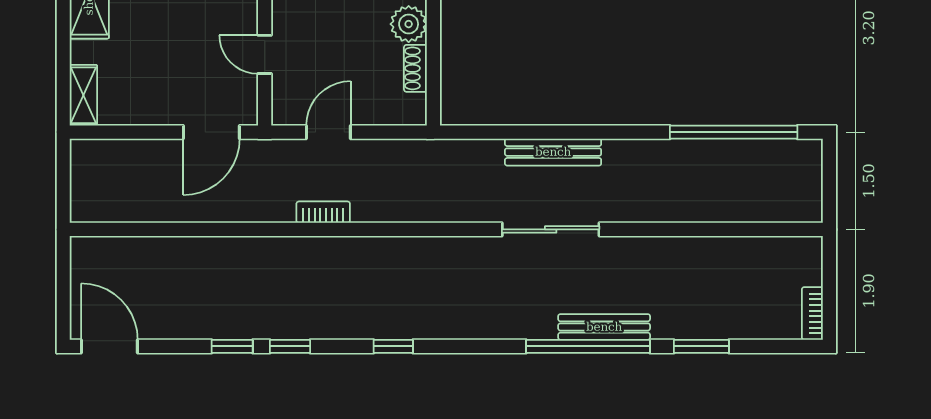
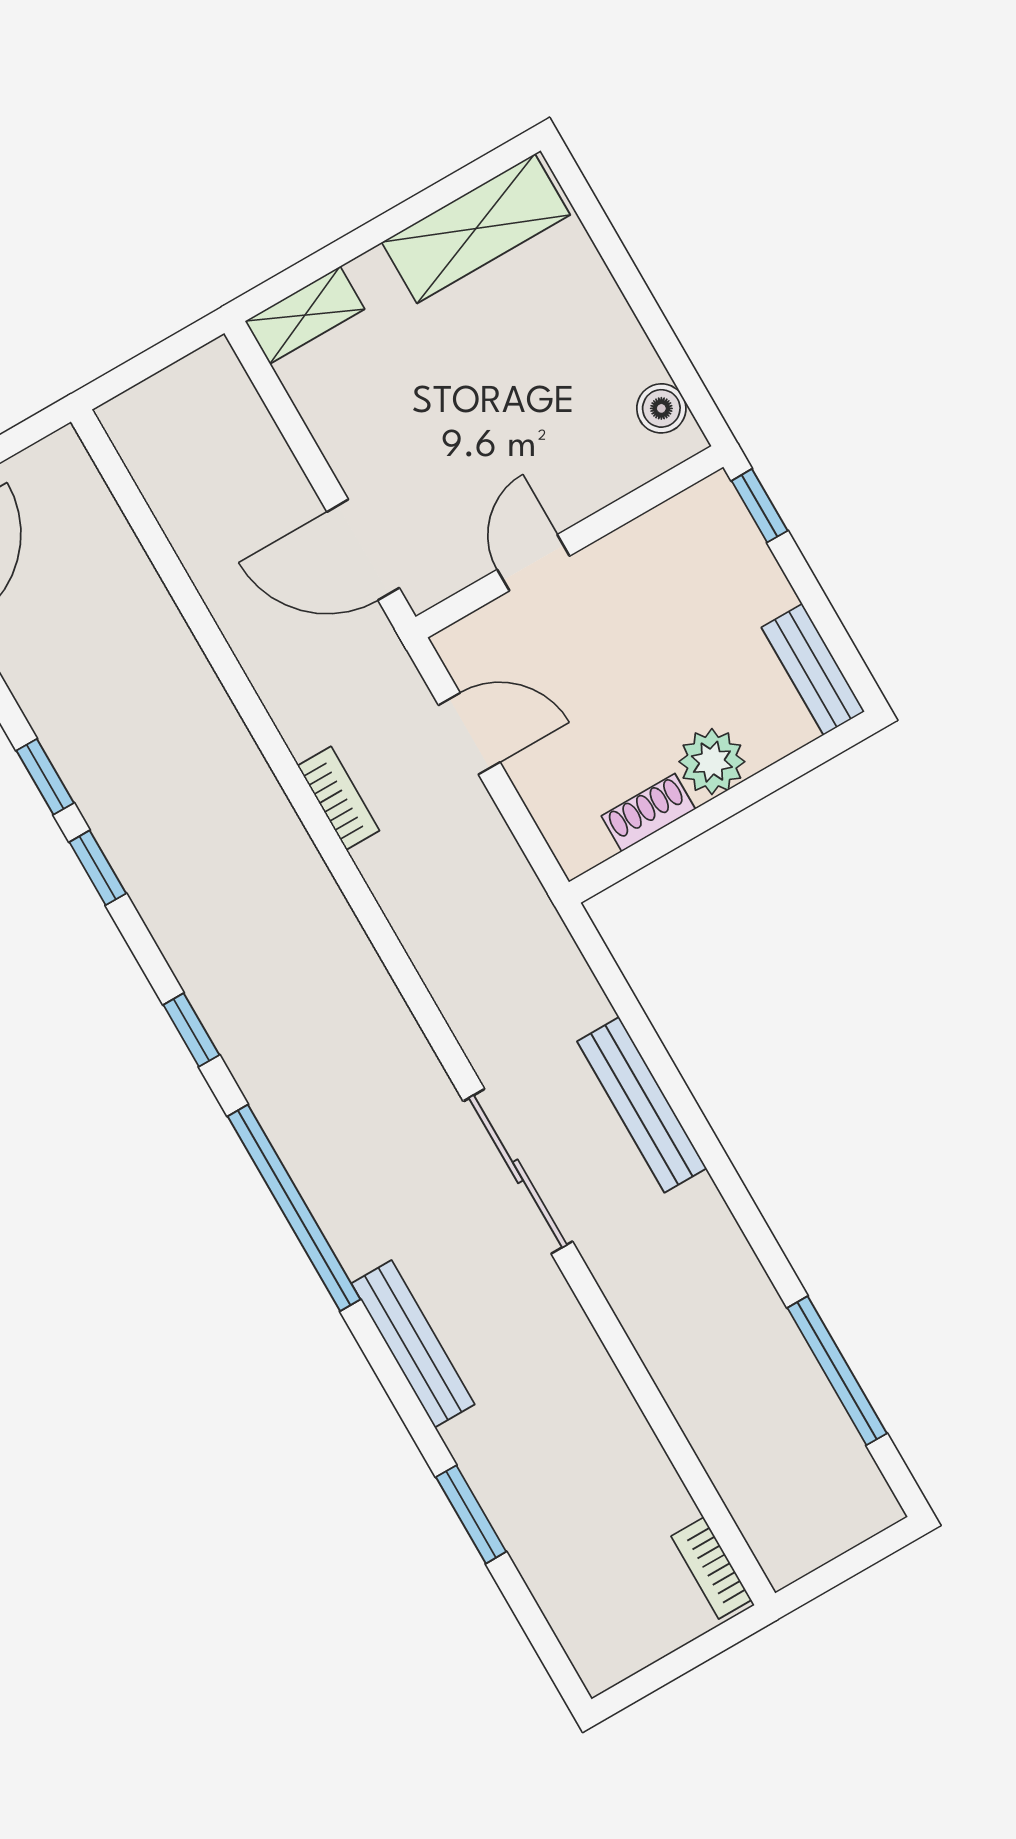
window: (734, 132) -> (837, 1371), width x0.68
bookcase: (812, 313) -> (711, 1568), moved, turned -90
window: (588, 346) -> (294, 1208), moved

